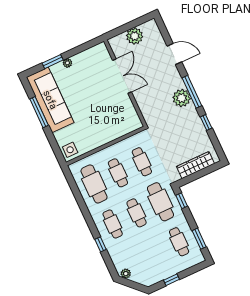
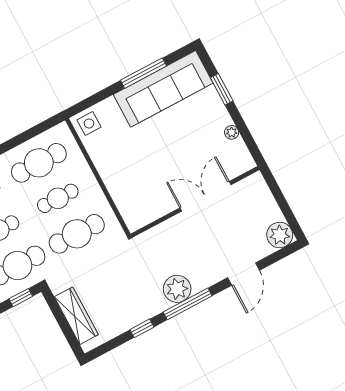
plant: (135, 36) -> (280, 235), moved
plant: (67, 63) -> (232, 132), moved
double door: (122, 76) -> (205, 196), swing flipped
cafe table: (142, 162) -> (77, 234), width x1.37, depth x1.35

